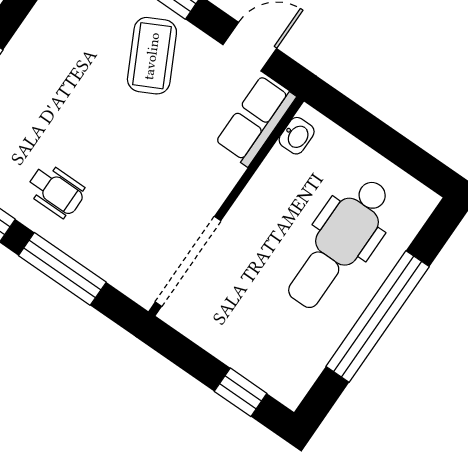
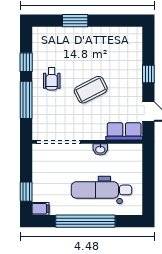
coffee table: (152, 56) -> (91, 90), moved
washbasin: (297, 136) -> (100, 149), moved
filing cabinet: (293, 387) -> (40, 209), added

